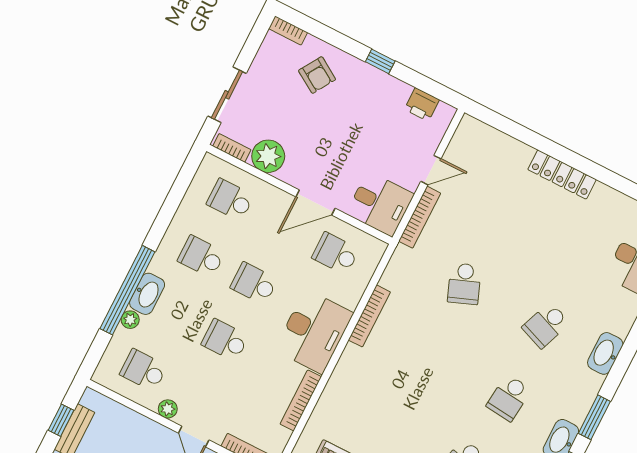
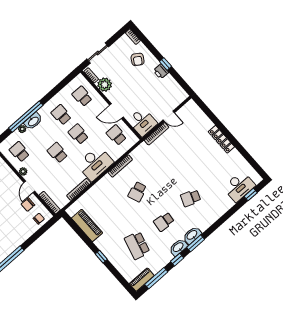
printer: (422, 104) -> (161, 72), moved
school desk: (464, 284) -> (137, 192), moved
washbasin: (605, 353) -> (192, 235), moved

